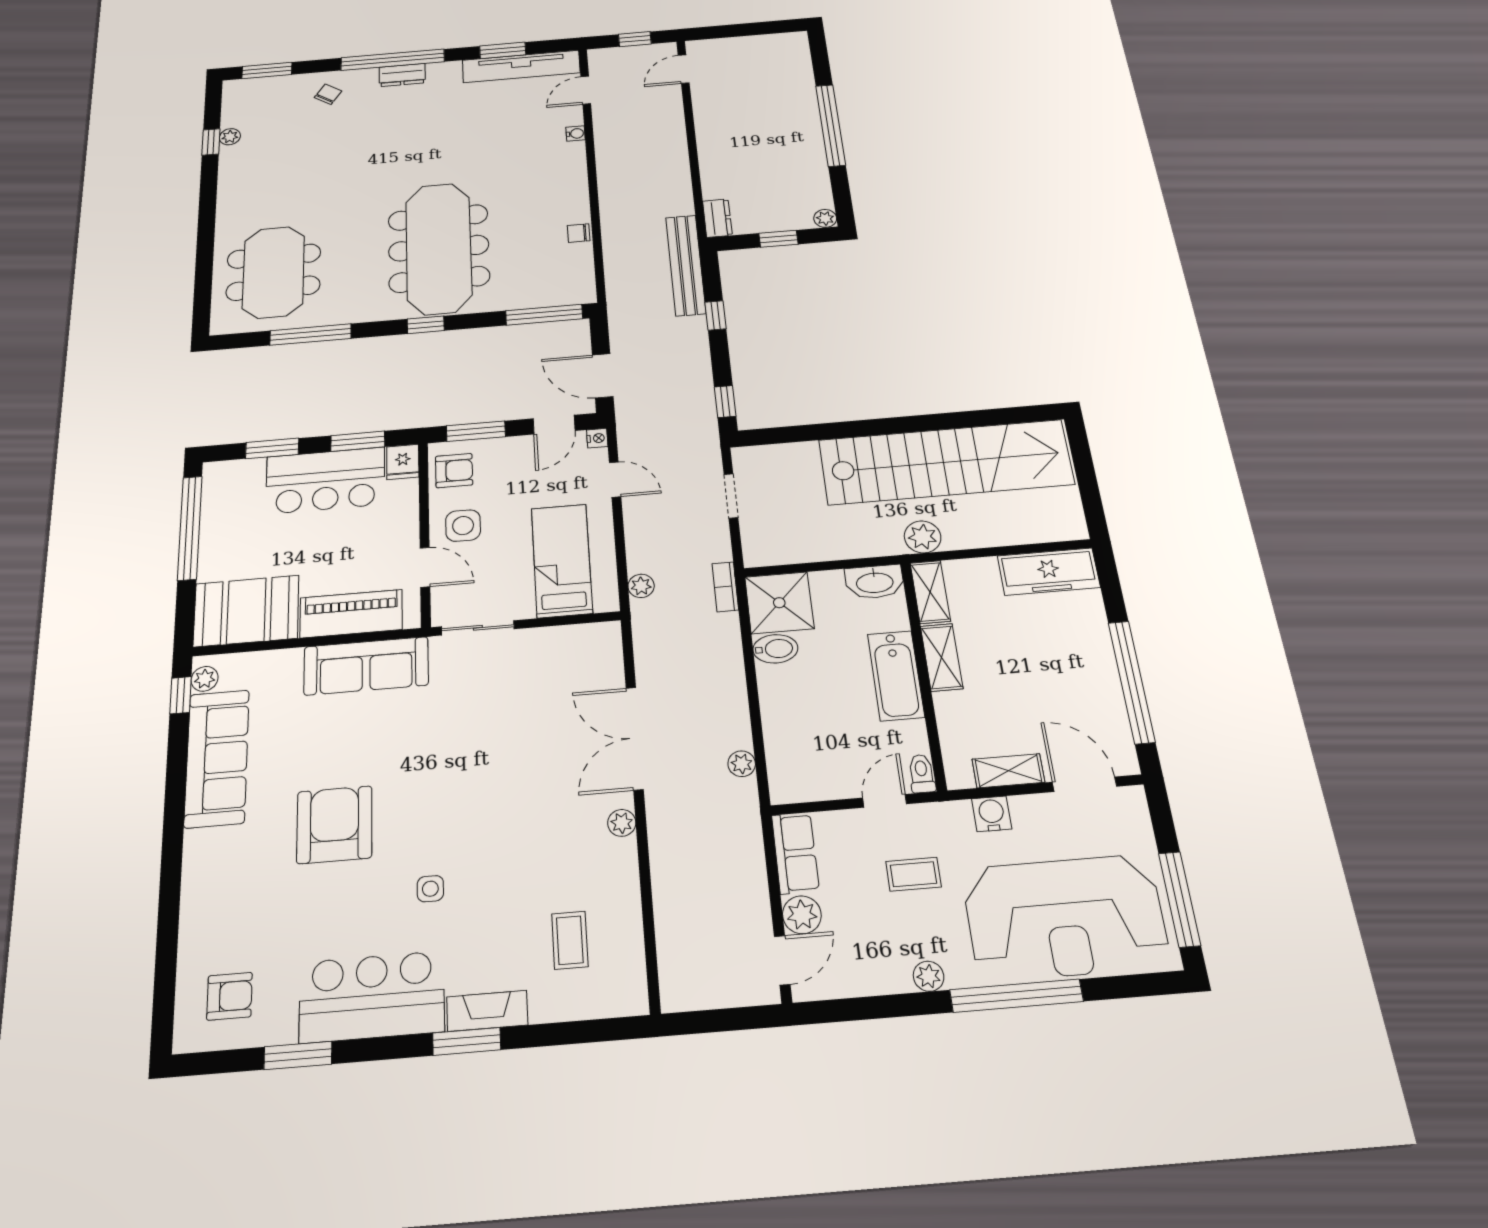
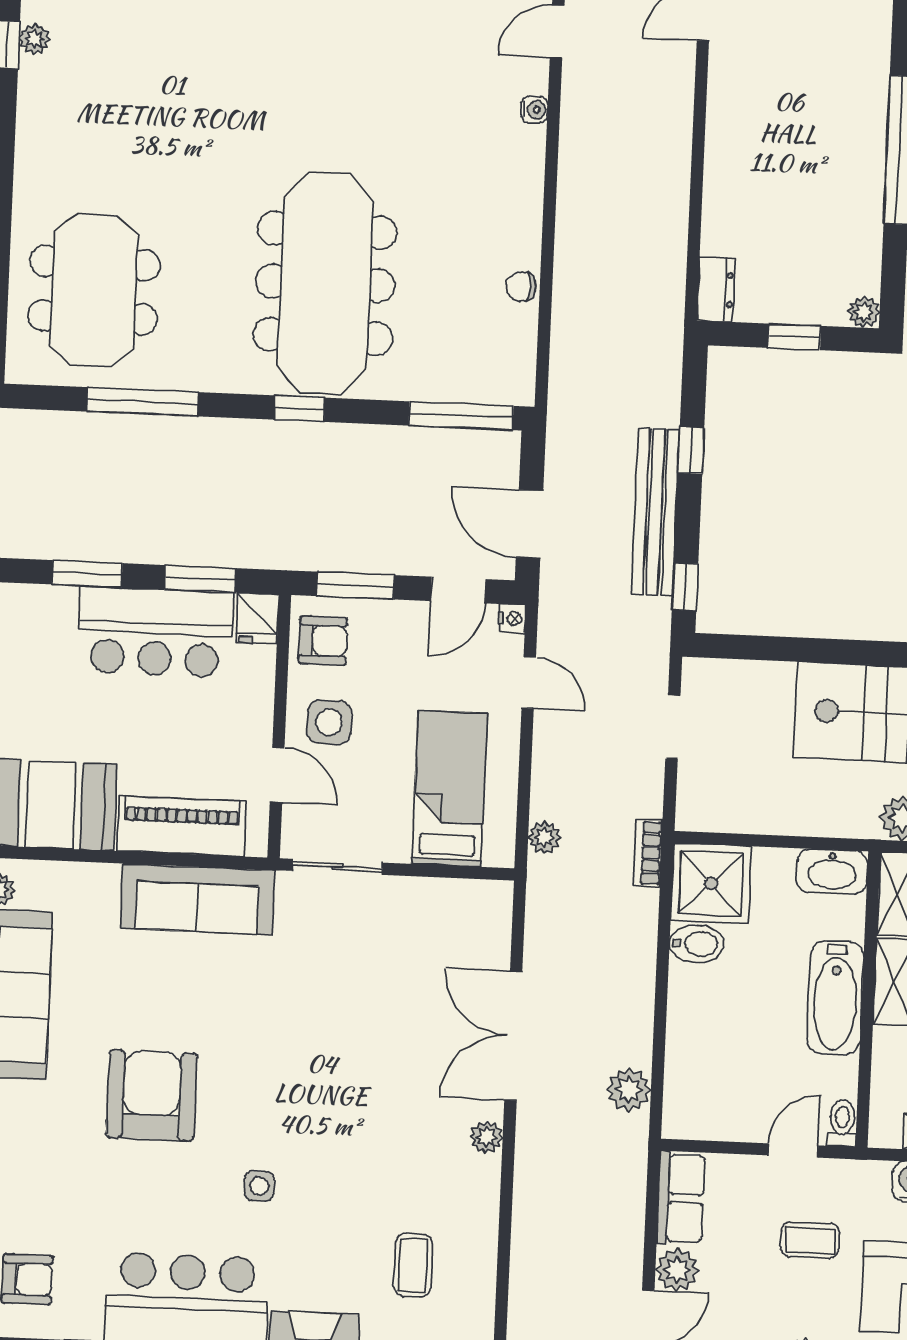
bench: (686, 265) -> (655, 512), moved
plant: (742, 764) -> (629, 1090), width x1.38, depth x1.38

